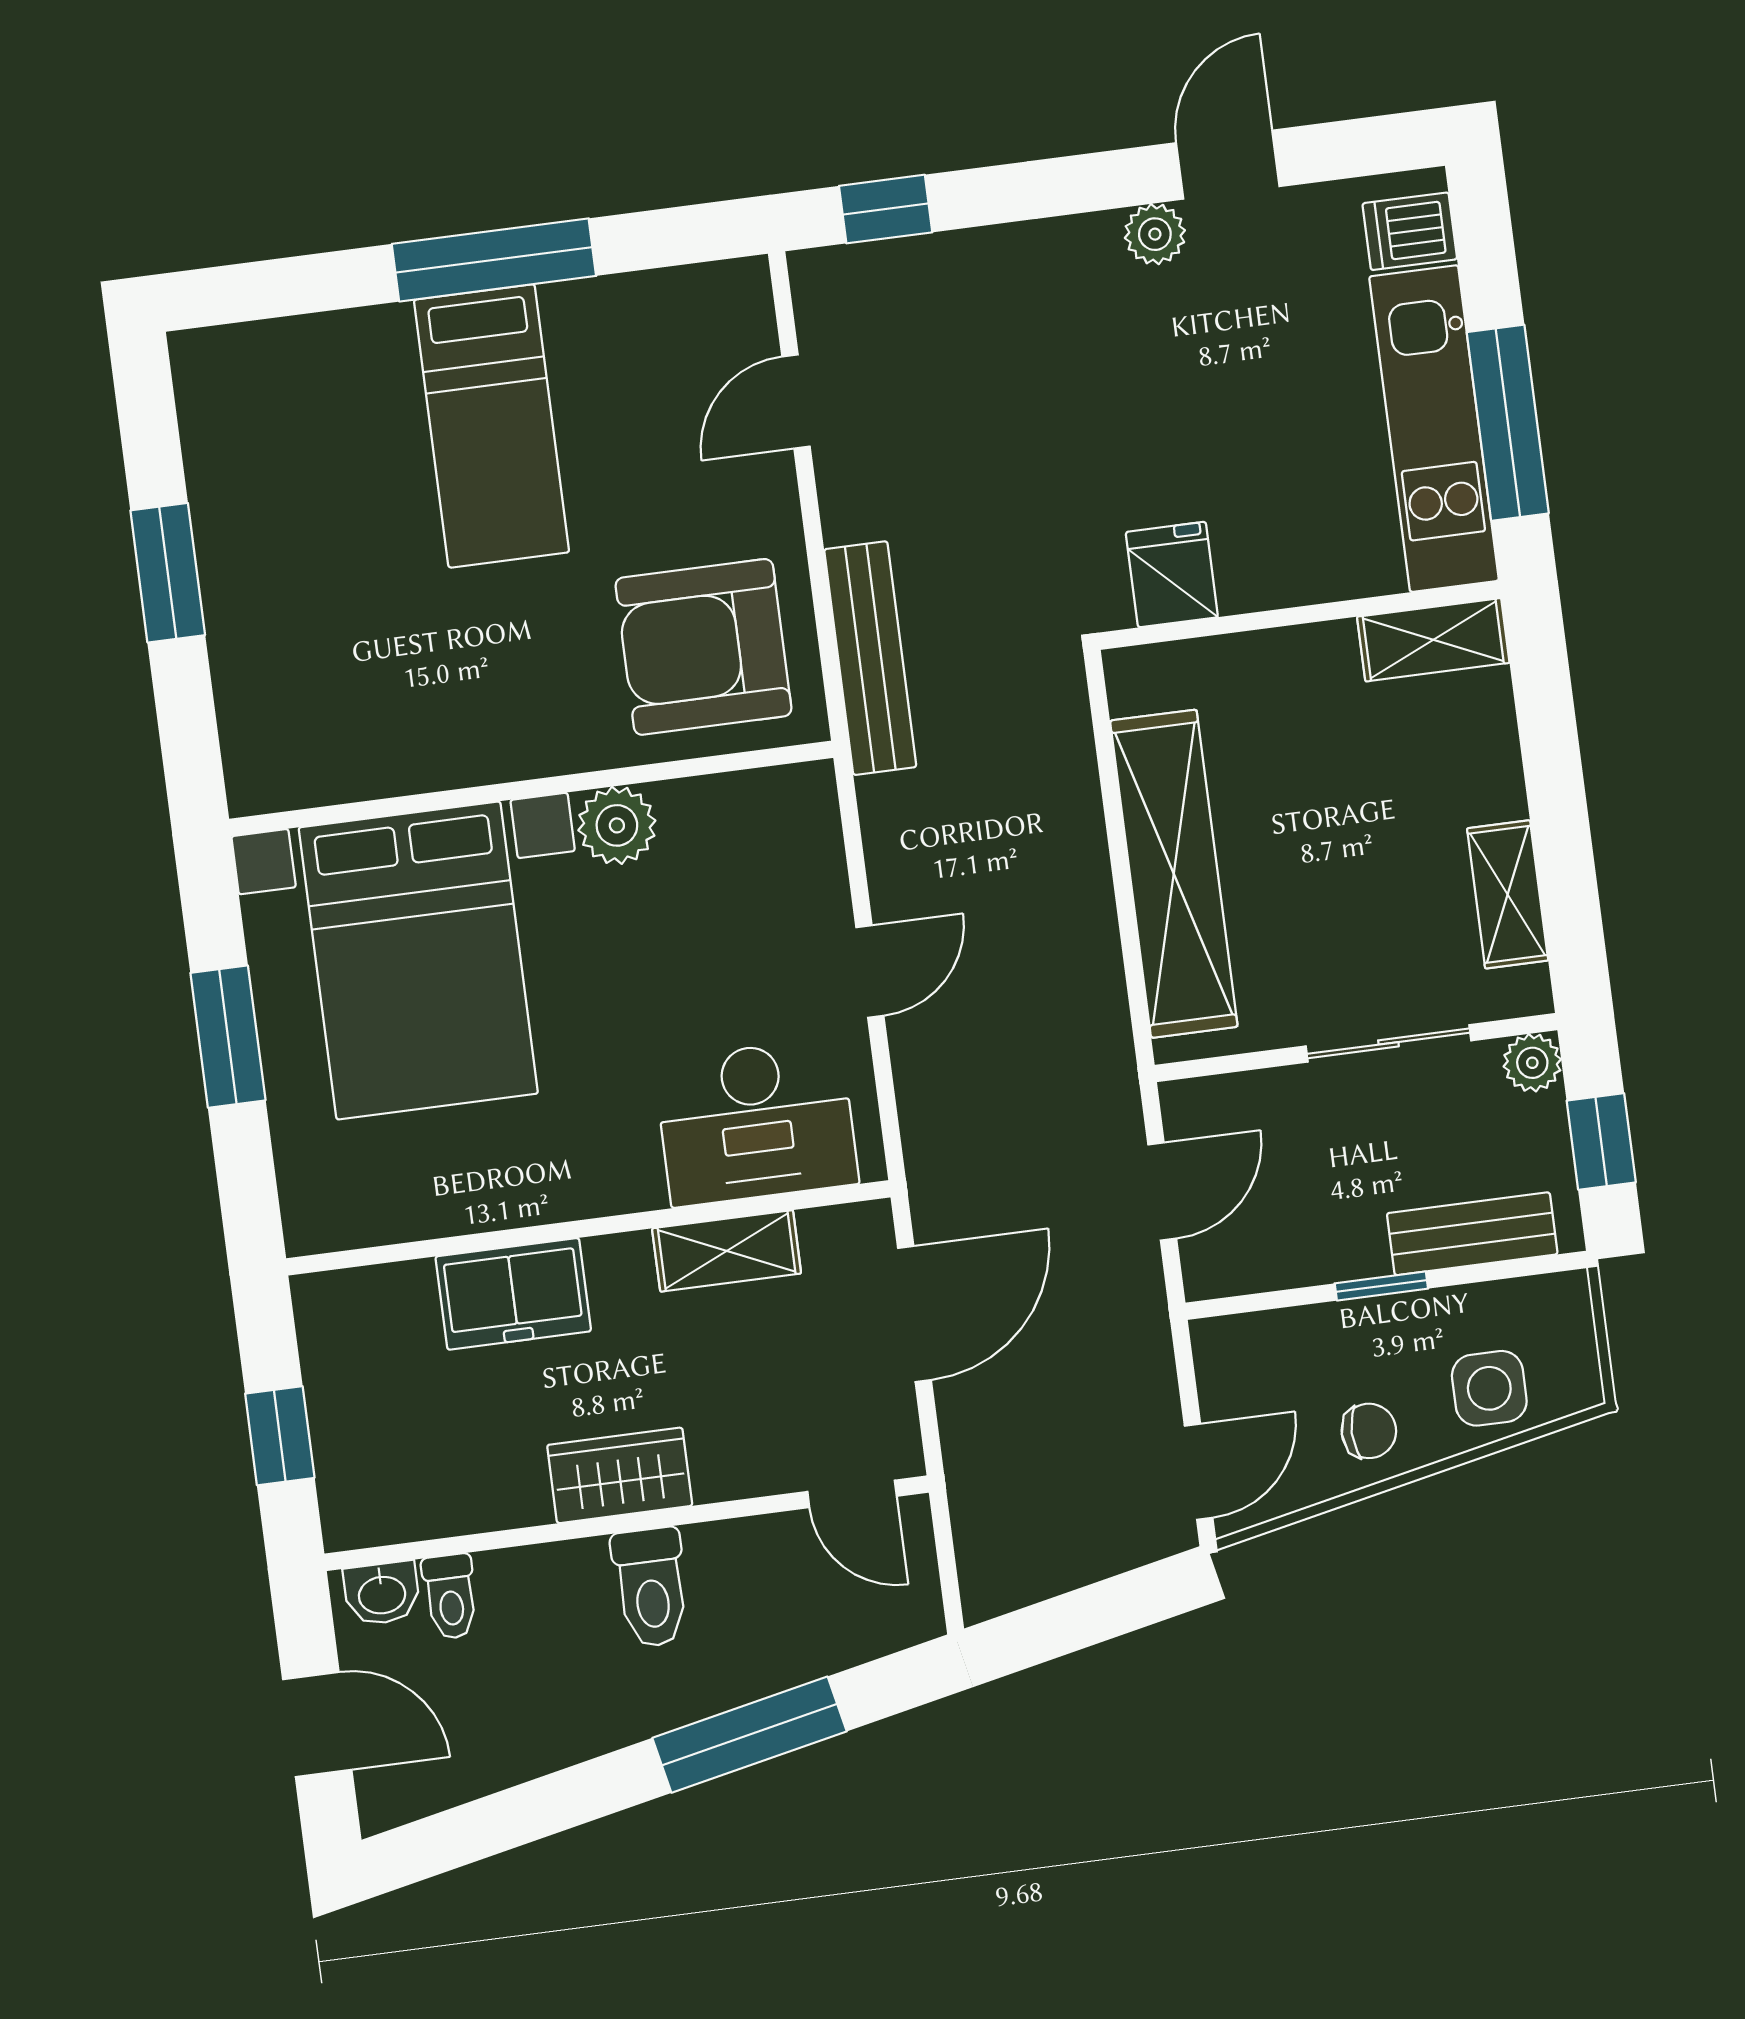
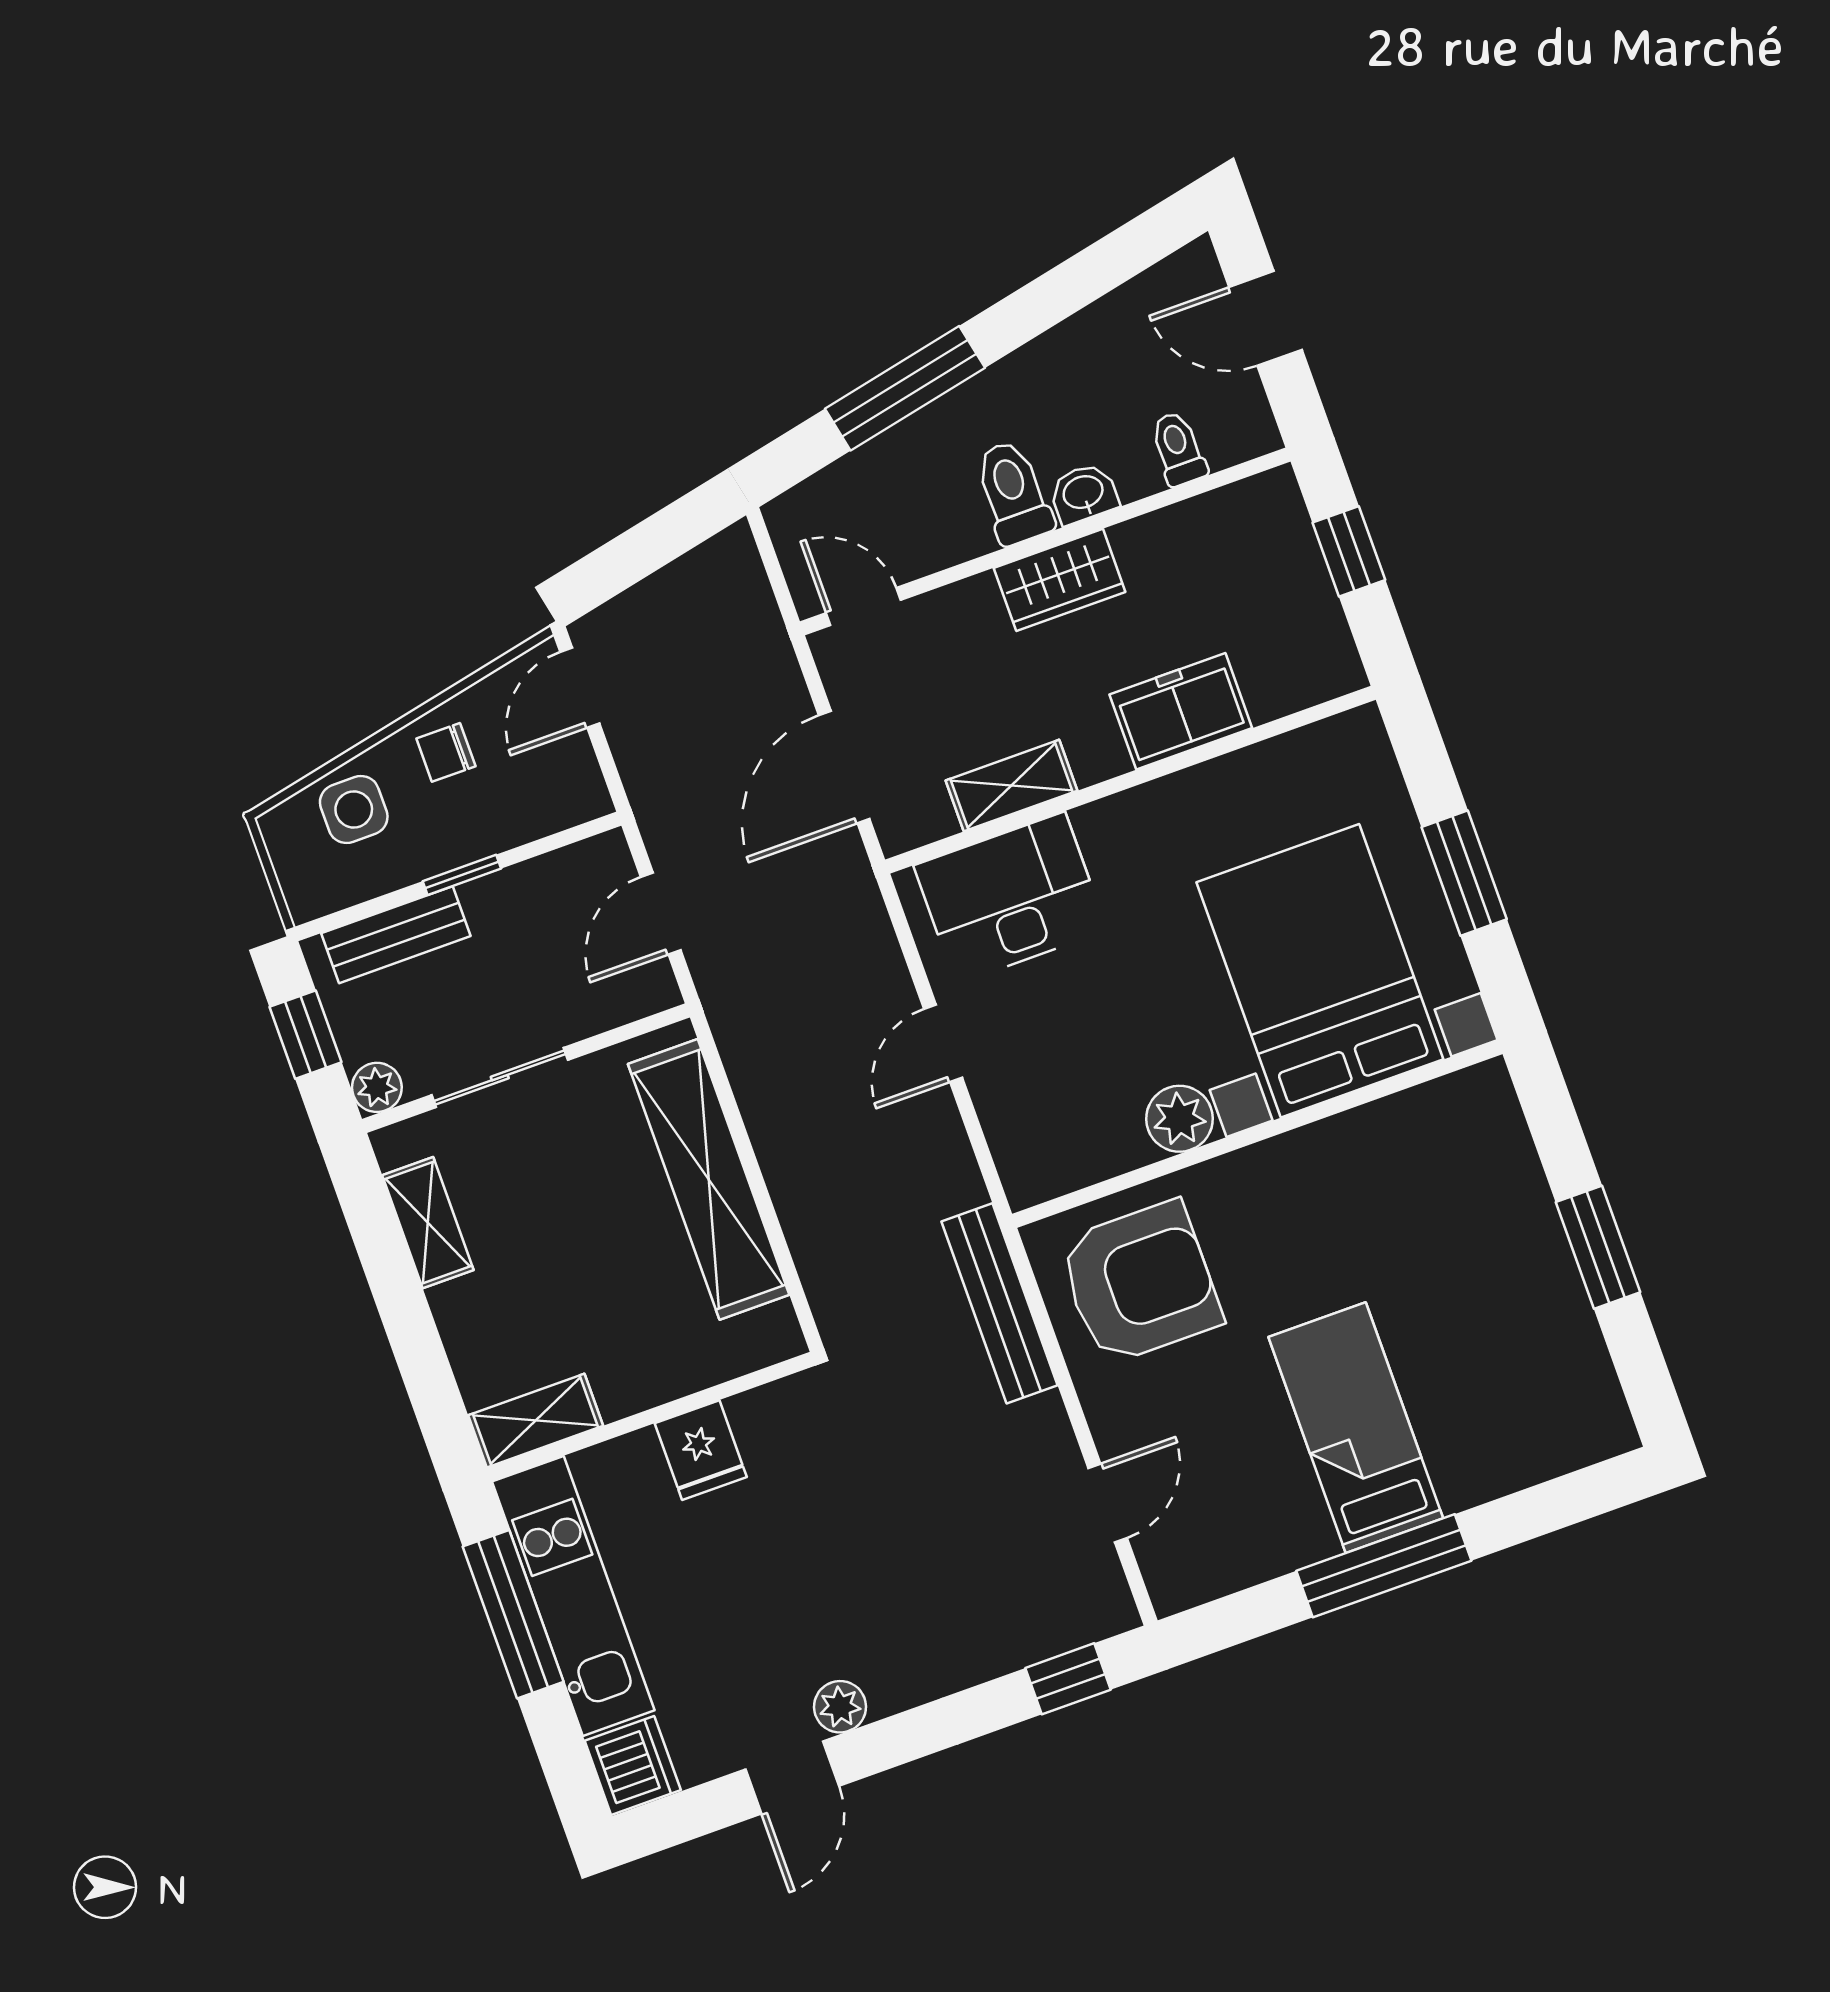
dishwasher: (1410, 231) -> (633, 1765), width x1.38
fridge: (1172, 575) -> (701, 1450), moved
washbasin: (382, 1593) -> (1084, 493), moved

